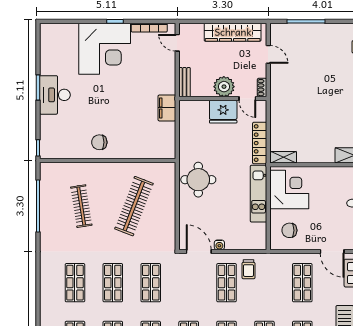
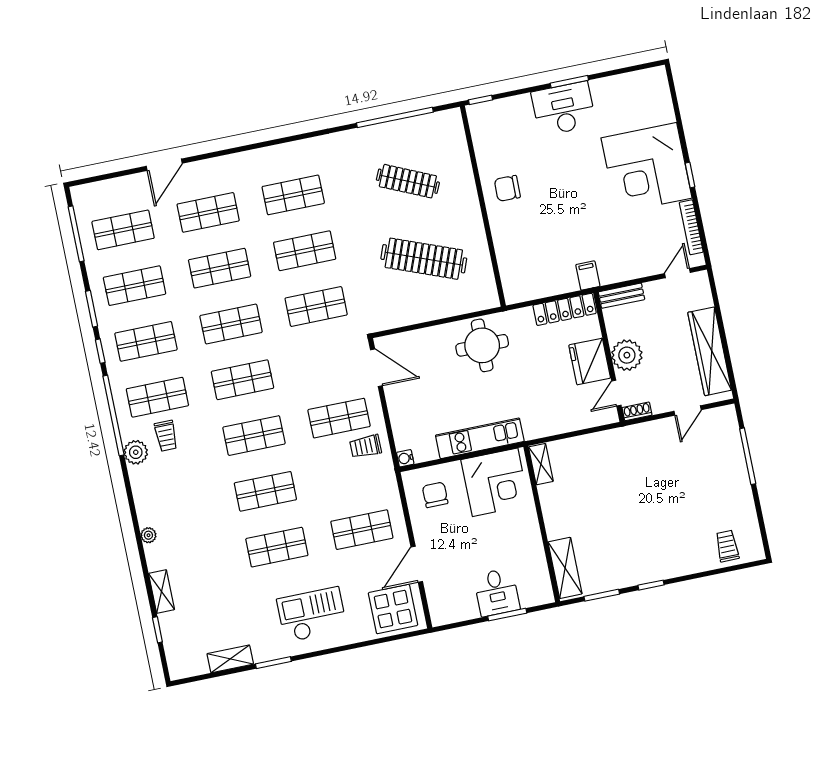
filing cabinet: (167, 108) -> (588, 276), width x0.50
chair: (99, 142) -> (507, 188), turned -89
locker: (260, 143) -> (565, 309), moved, turned 180
clothes rail: (81, 206) -> (408, 181), turned 33
water cooler: (219, 245) -> (405, 458), moved
door: (199, 252) -> (376, 368), hinge flipped

